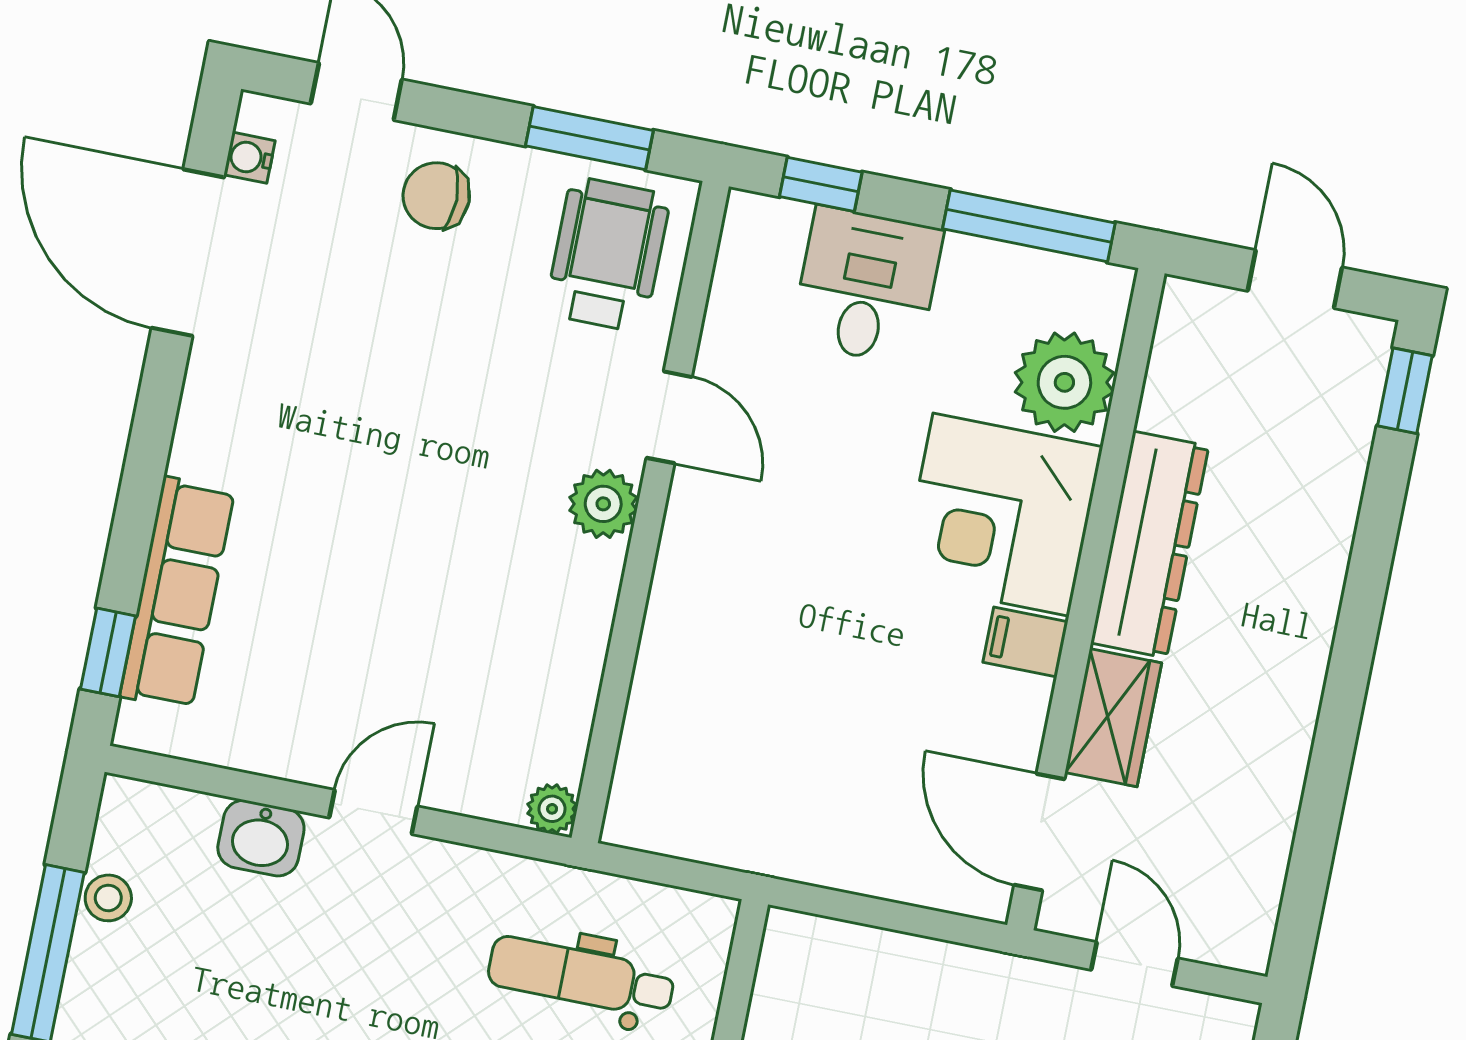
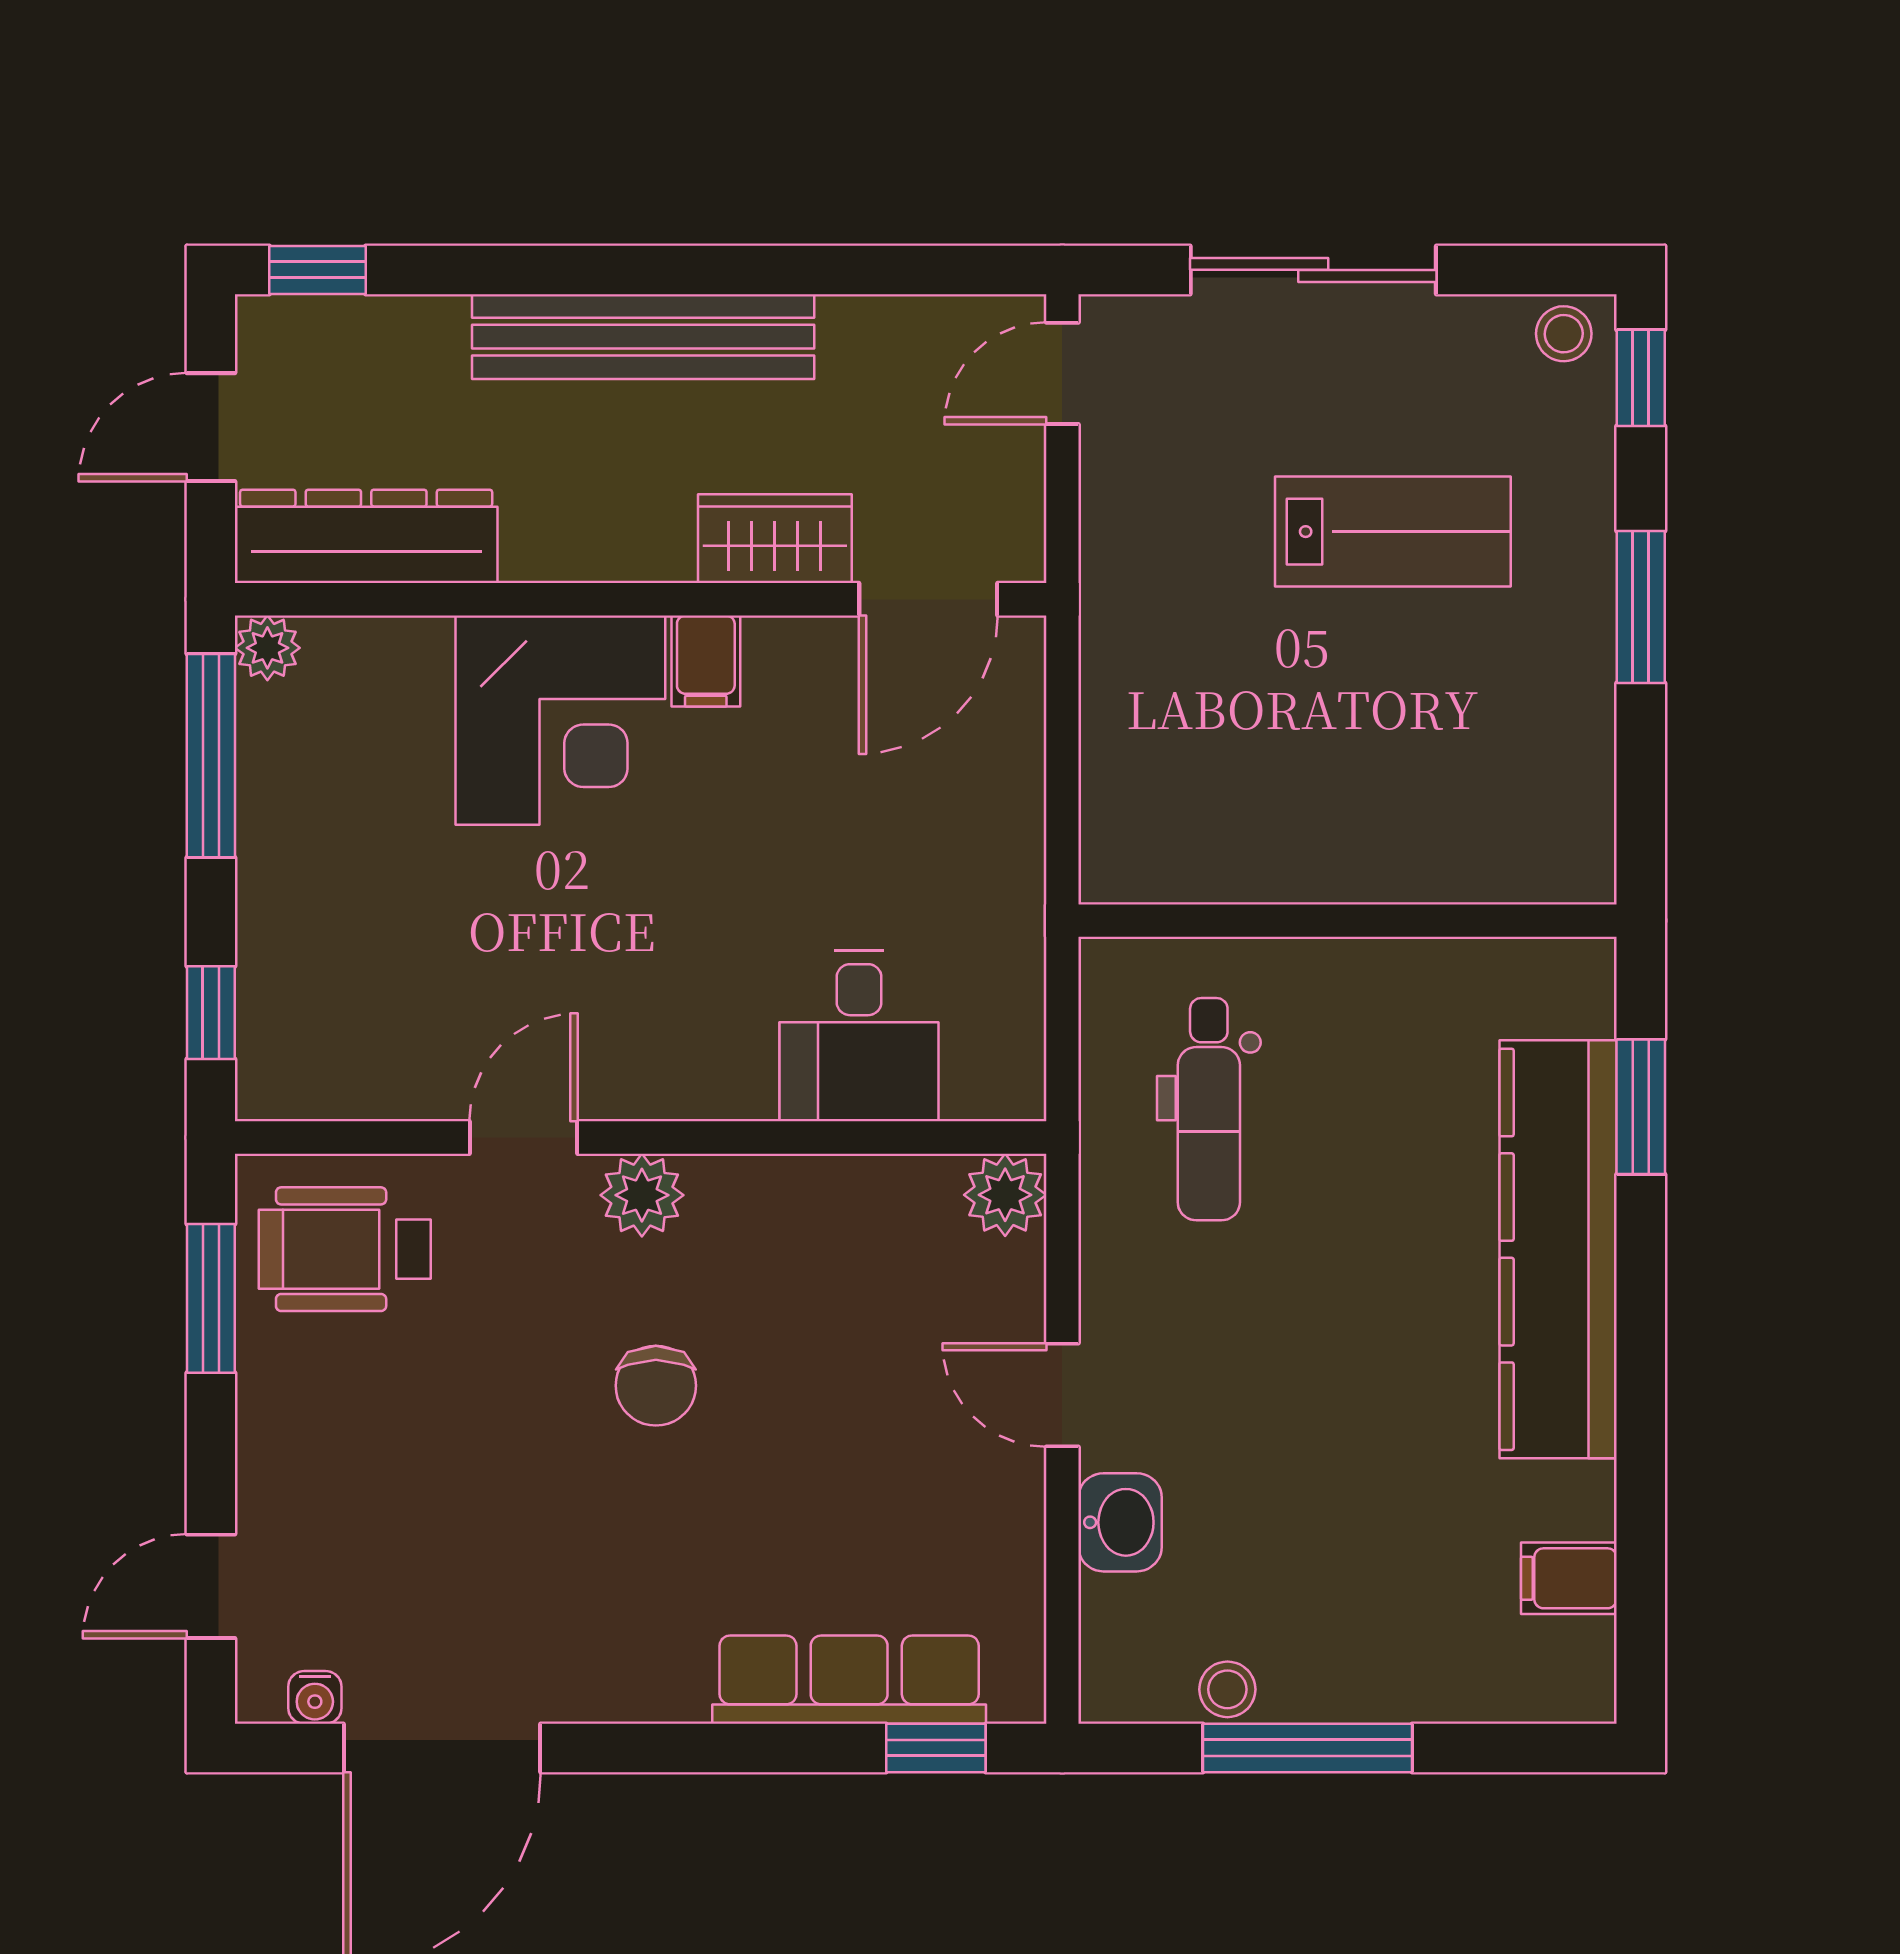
chair: (436, 196) -> (656, 1386), moved
desk: (867, 286) -> (859, 1036), moved, turned -90
plant: (1064, 382) -> (267, 648), moved, width x0.53, depth x0.53
dresser: (1150, 545) -> (366, 536), moved
bench: (1298, 644) -> (643, 337), added
plant: (552, 809) -> (1005, 1195), width x1.38, depth x1.38
door: (1135, 964) -> (1062, 373), moved

